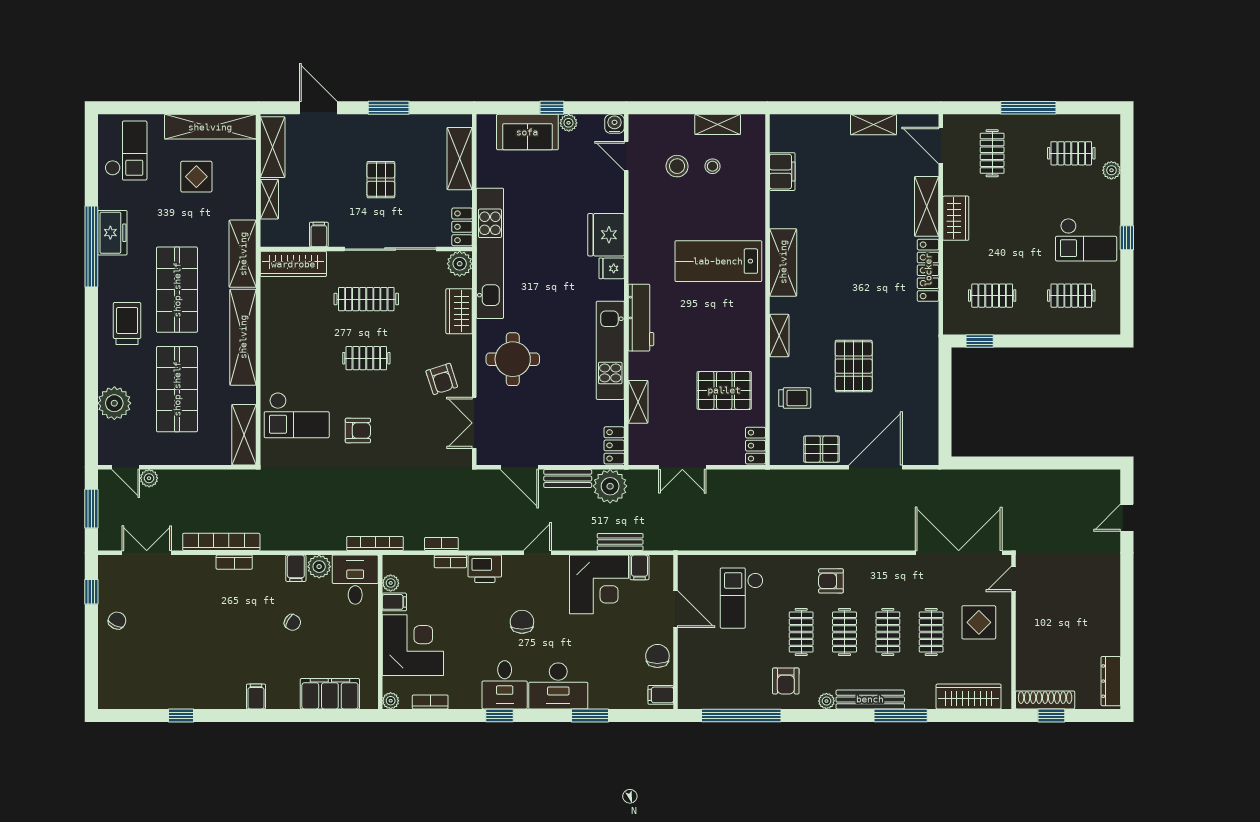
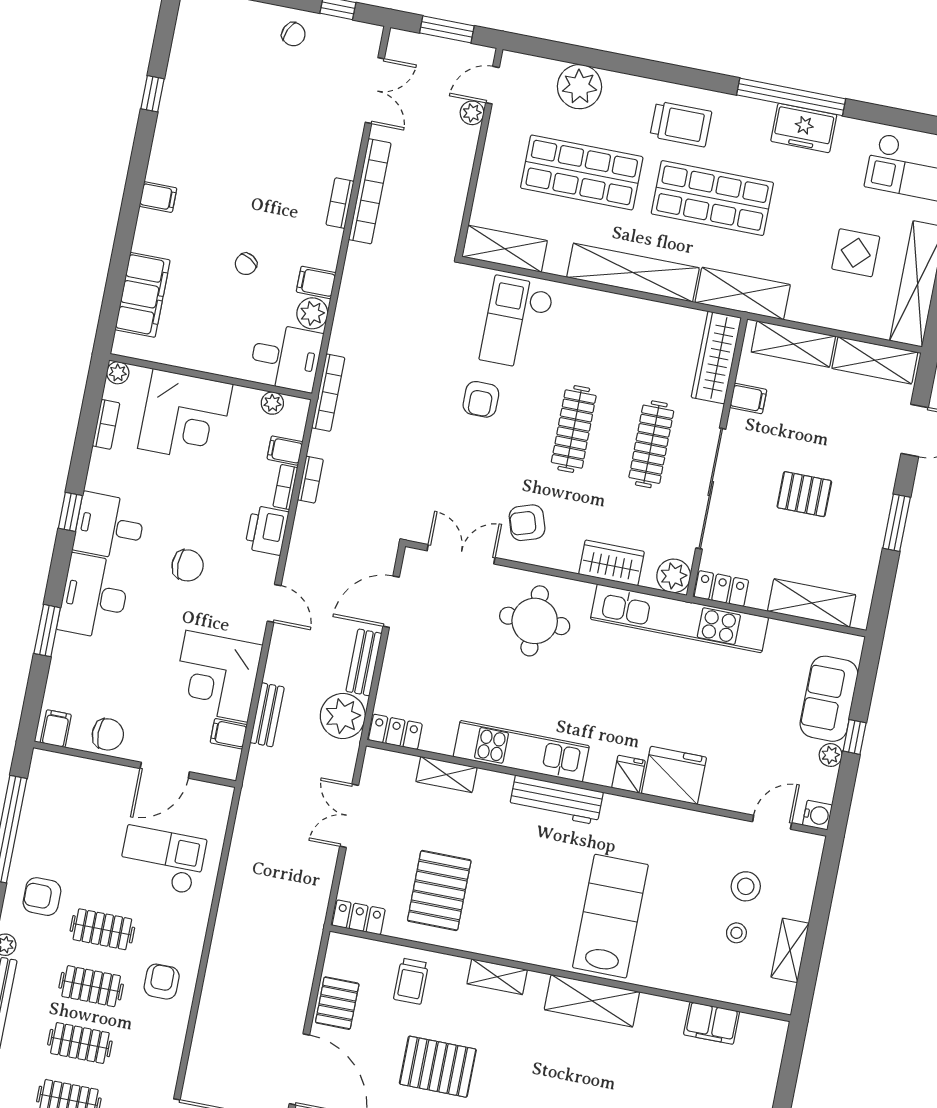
shelving: (269, 199) -> (793, 344), width x1.50, depth x1.33
clothes rail: (366, 358) -> (574, 429), width x1.36
filing cabinet: (394, 602) -> (285, 451), moved, turned 90

